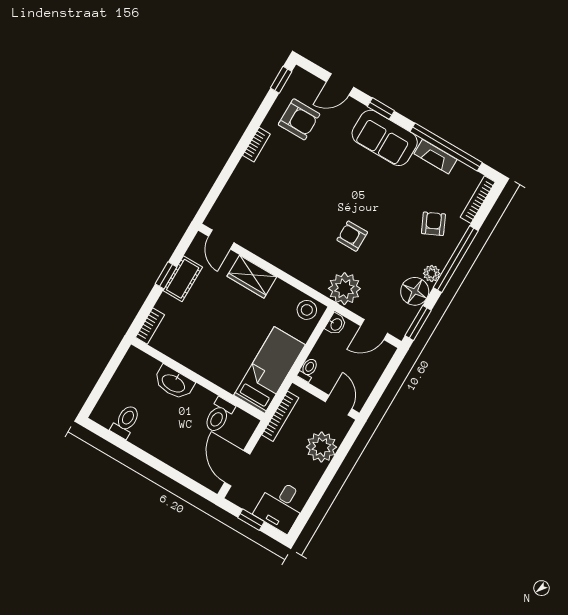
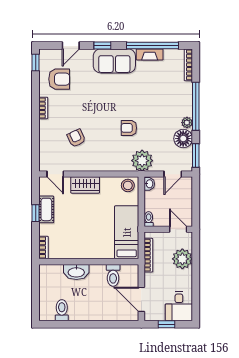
armchair: (433, 224) -> (76, 138), moved

